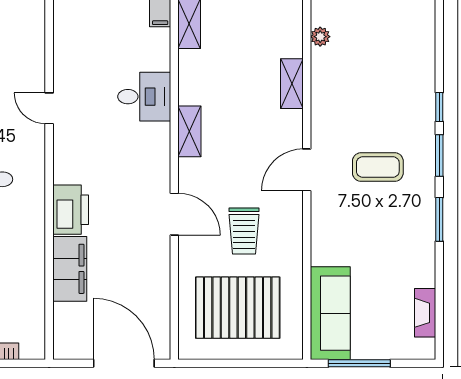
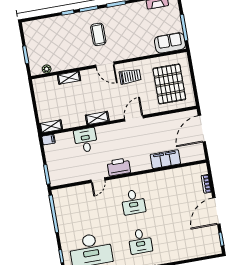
printer: (71, 210) -> (119, 167), moved
trolley: (244, 231) -> (130, 76), moved
sofa: (330, 313) -> (170, 43), width x0.73

